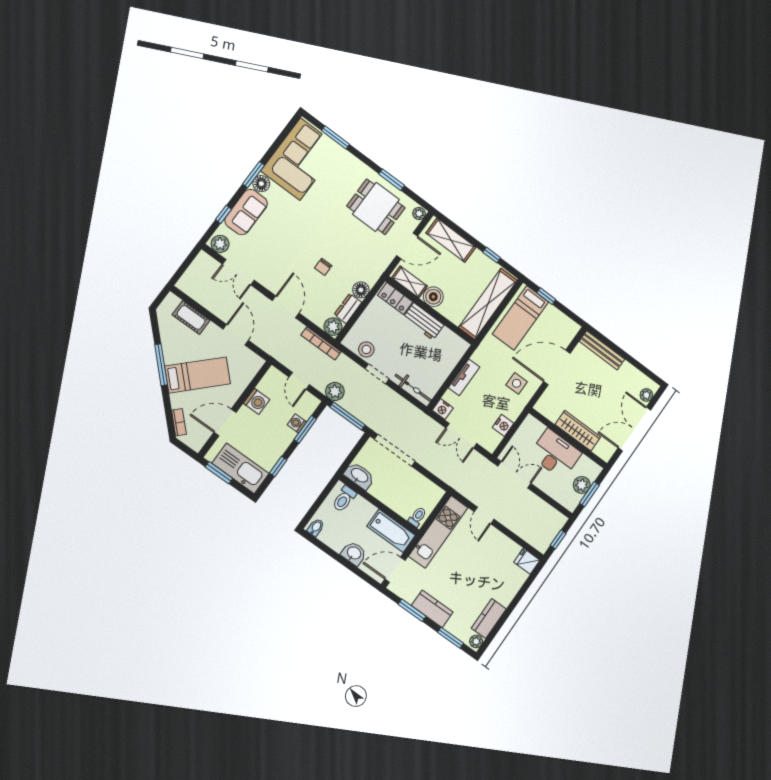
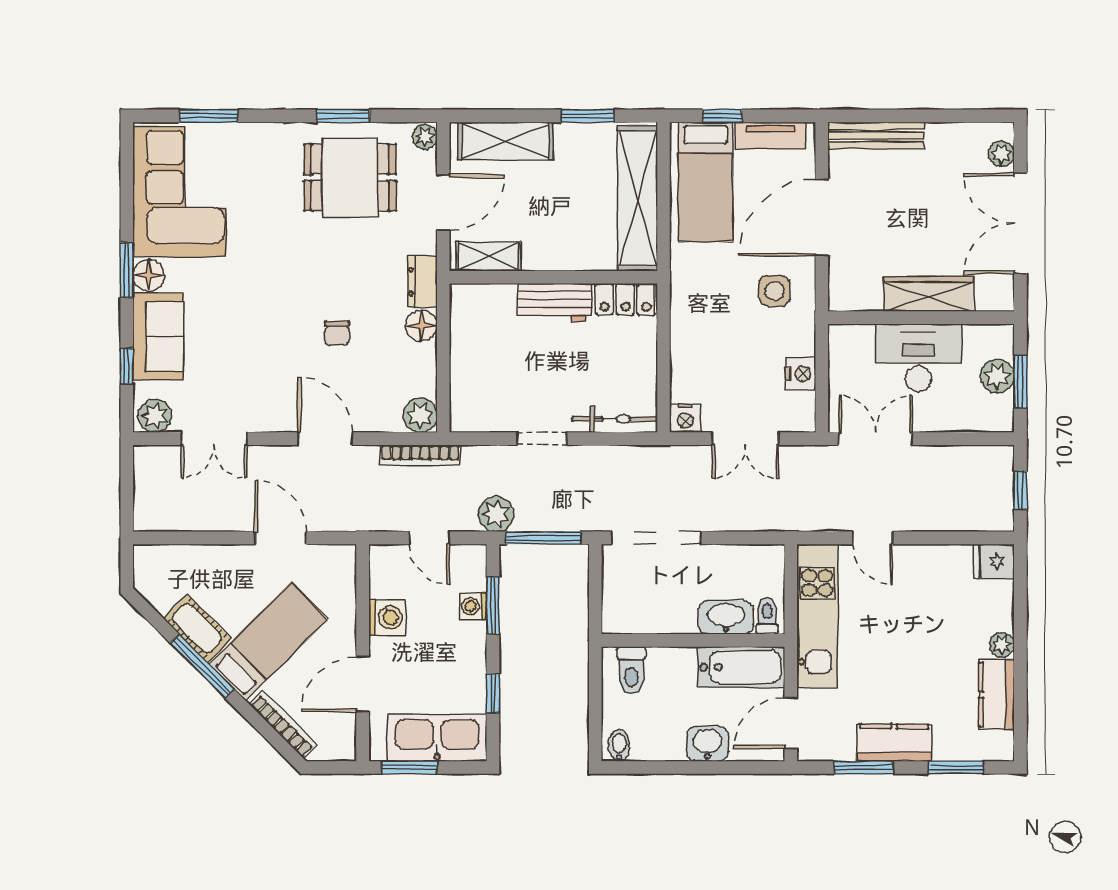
window: (492, 255) -> (587, 116), width x1.50
boiler: (433, 297) -> (542, 252), removed
locker: (395, 298) -> (625, 299), moved
dresser: (348, 308) -> (422, 282), moved
cot: (191, 317) -> (197, 628), moved, turned 45
stool: (366, 349) -> (497, 413), removed
tv unit: (464, 377) -> (770, 136), moved, turned 90
bookcase: (179, 422) -> (283, 724), width x1.56
washbasin: (359, 476) -> (726, 617), moved
plant: (476, 641) -> (1002, 645), moved

